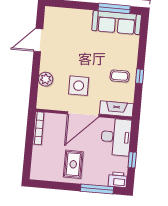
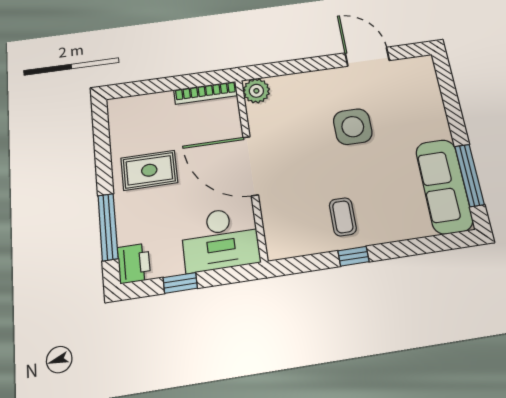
plant: (46, 79) -> (256, 91), moved
side table: (79, 86) -> (353, 127), moved
fireplace: (116, 109) -> (276, 226), removed

